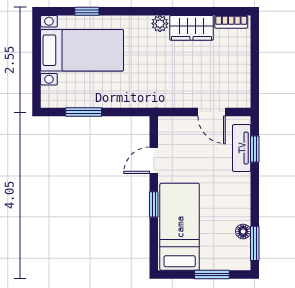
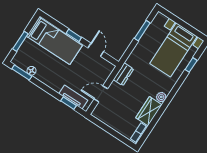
dresser: (163, 98) -> (123, 74), added

